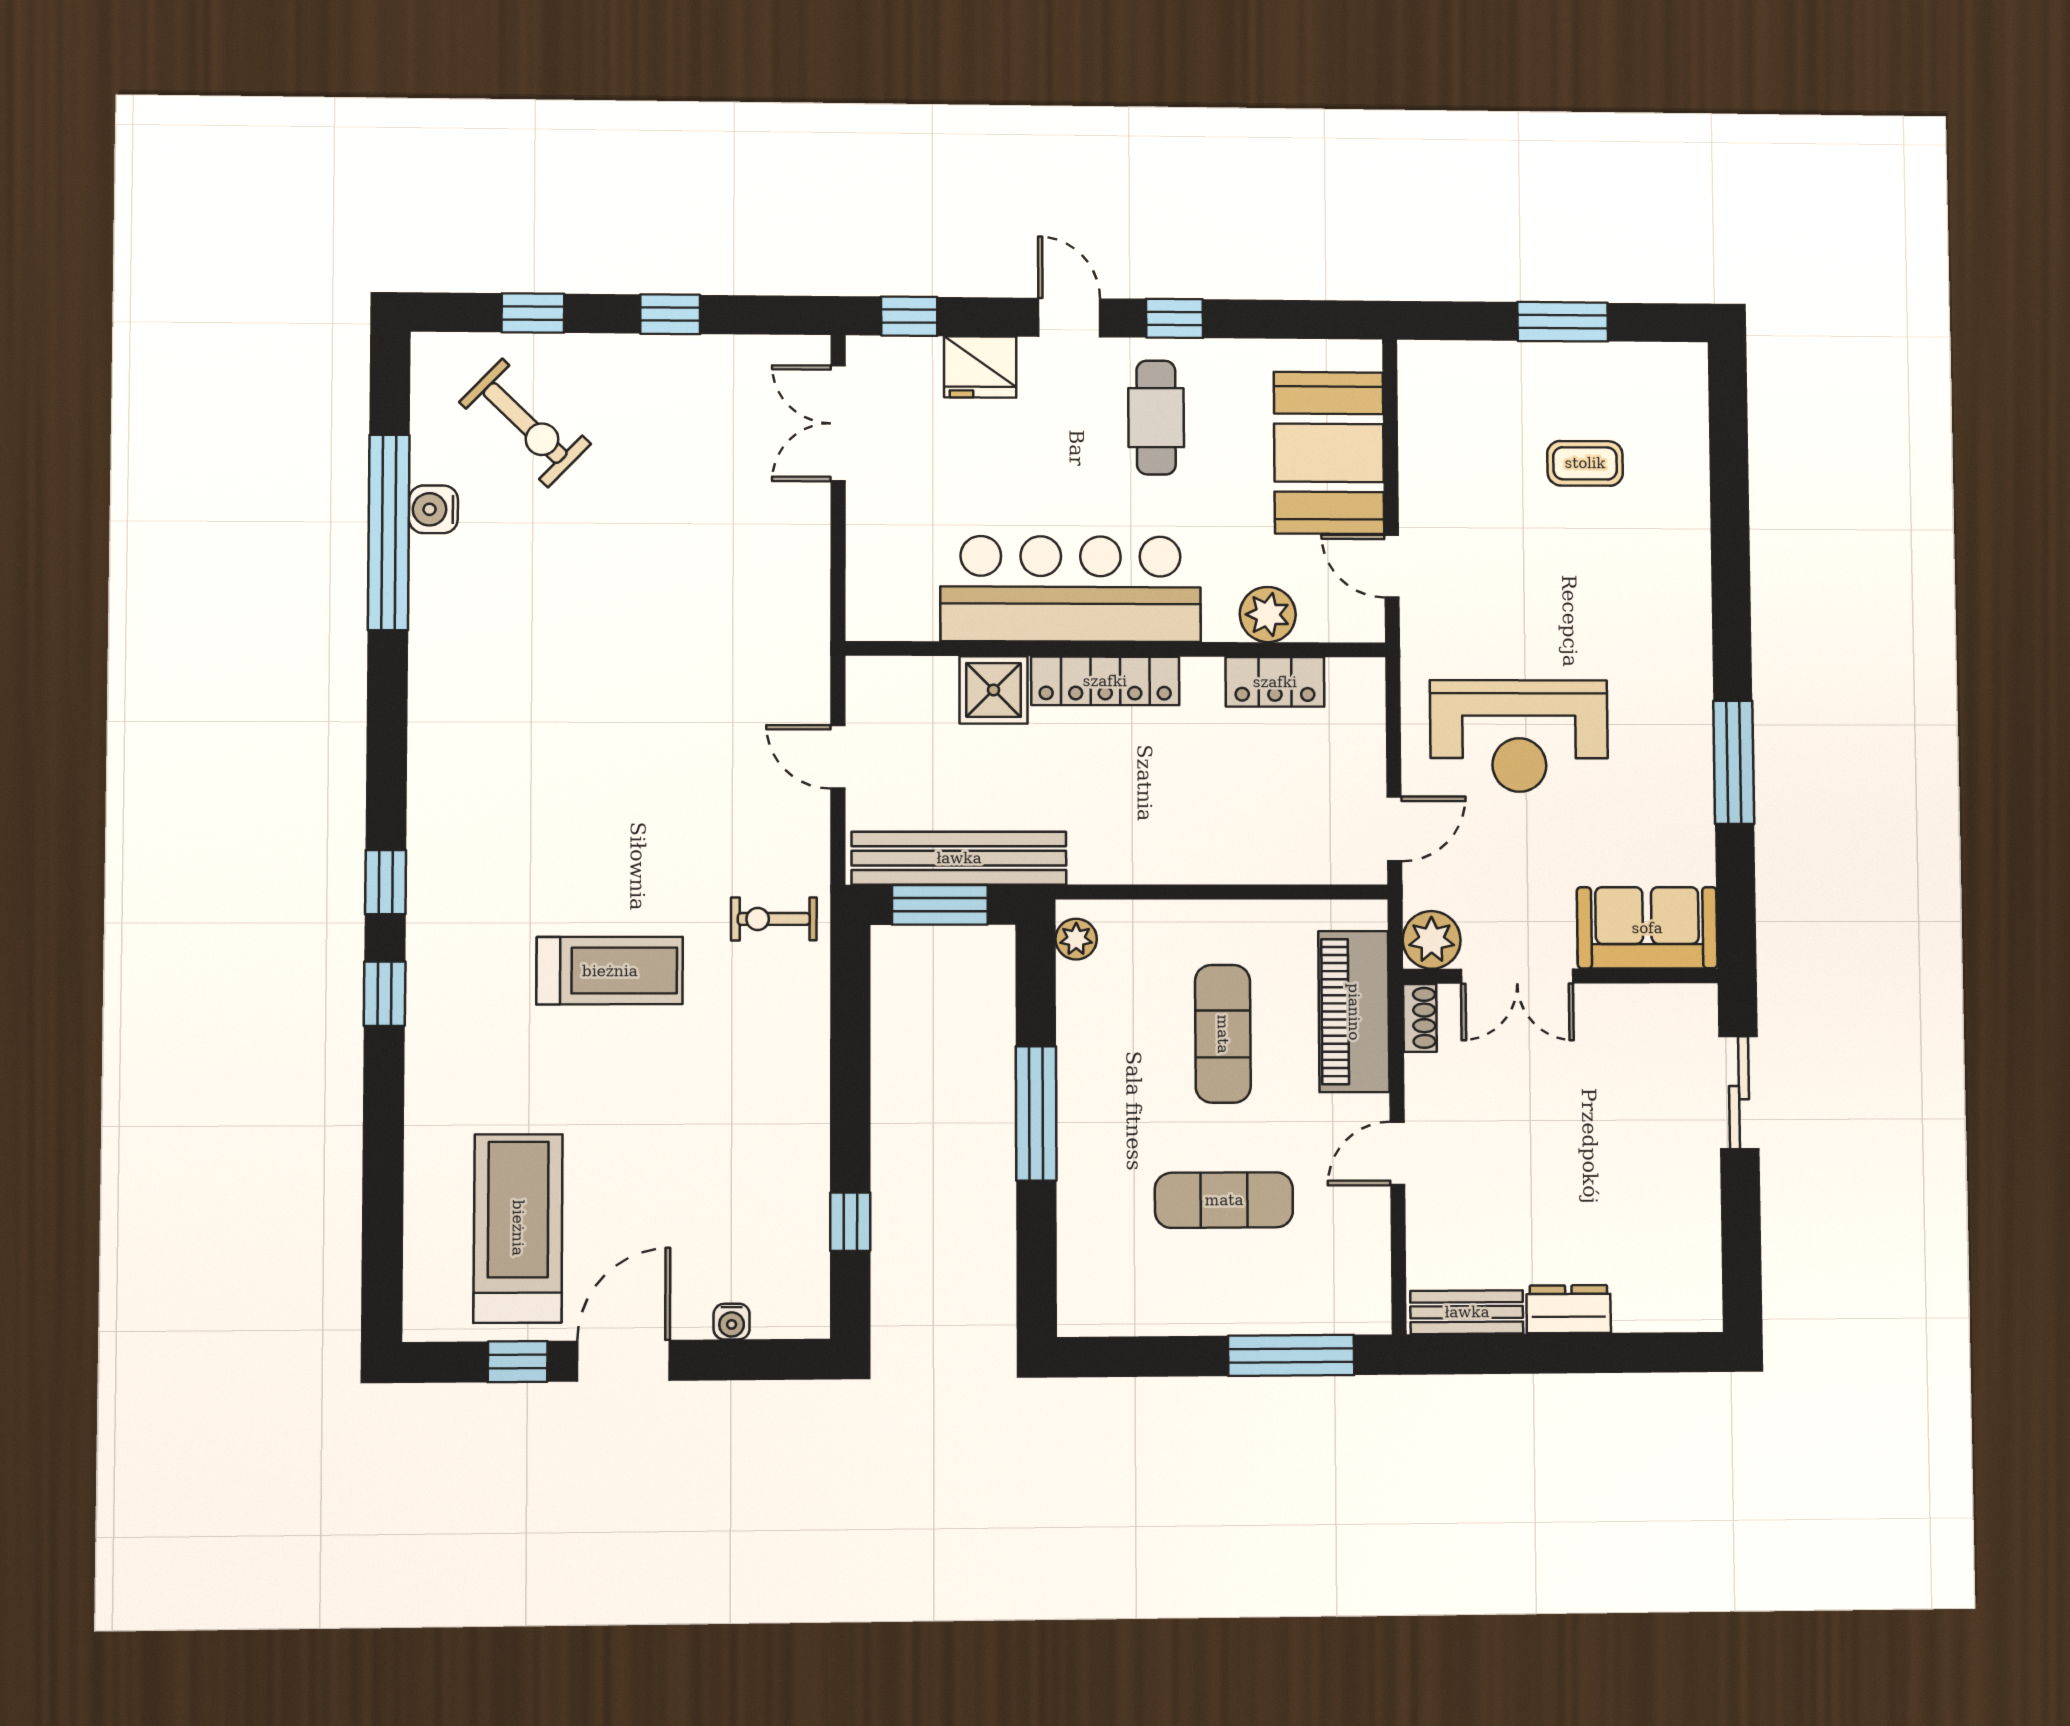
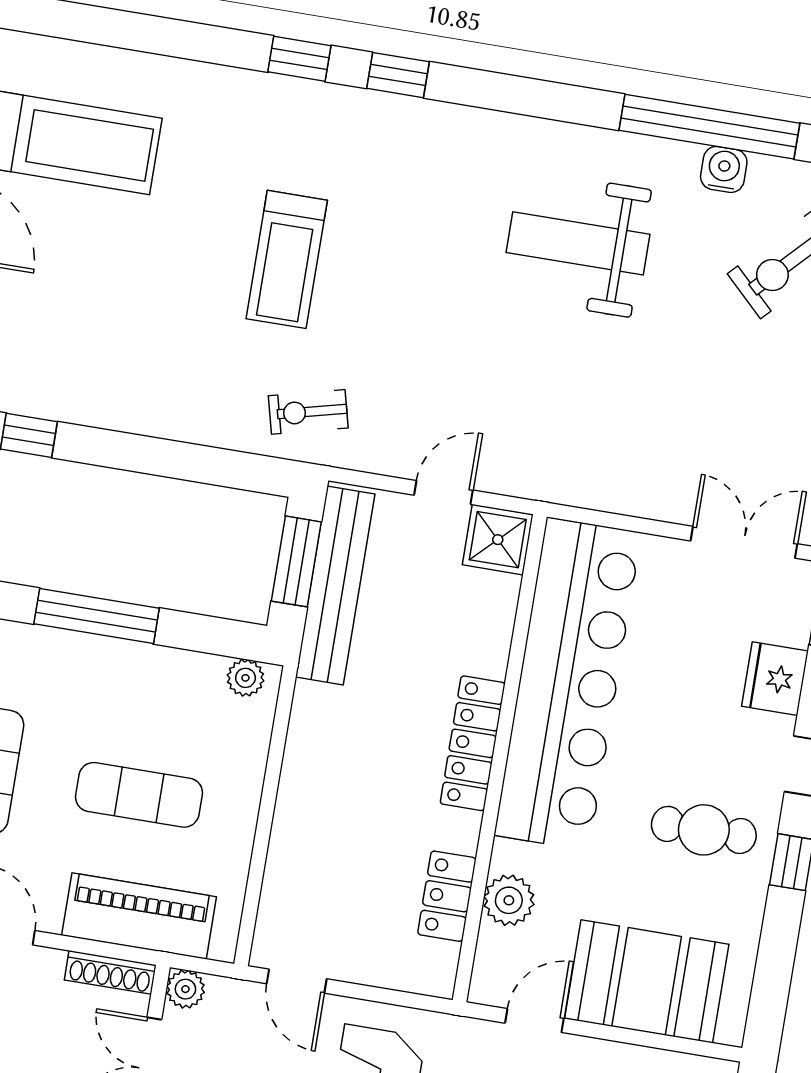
bar counter: (1071, 589) -> (568, 684), width x1.36
weight bench: (540, 655) -> (578, 243), added
shower: (993, 690) -> (498, 540), moved
exercise bike: (774, 919) -> (308, 412), turned -104
plant: (1432, 940) -> (185, 989), width x0.73, depth x0.73
shoe rack: (1420, 1018) -> (110, 972), width x1.43

